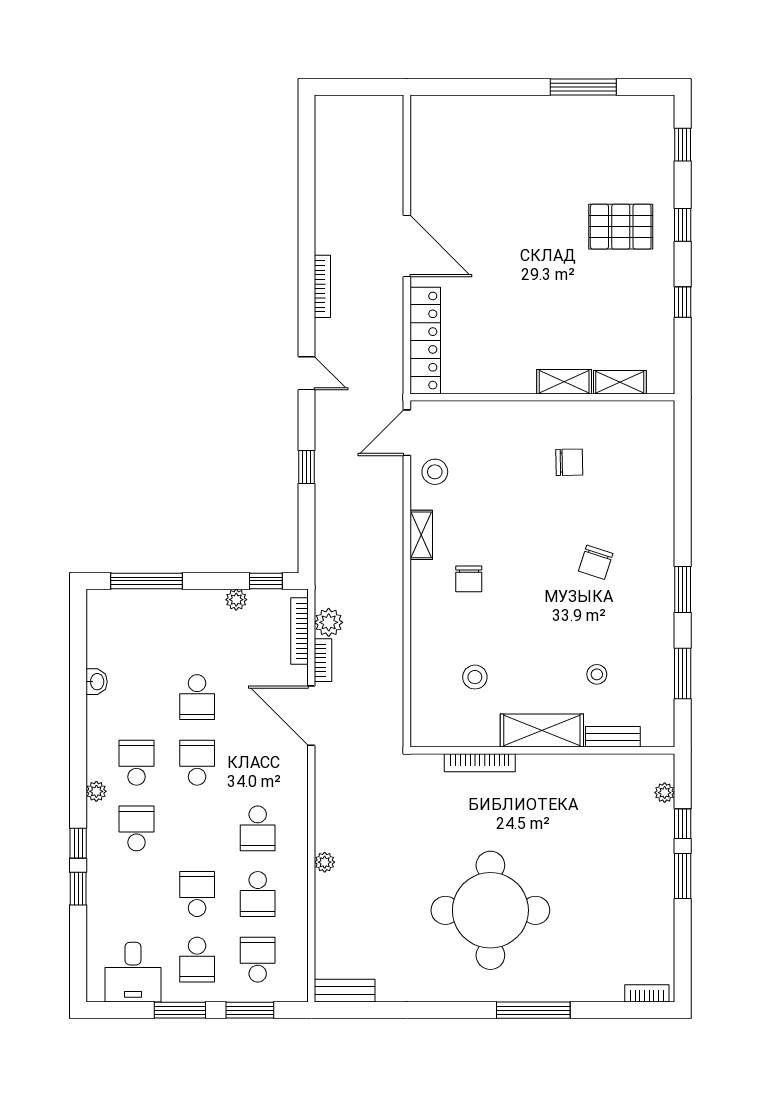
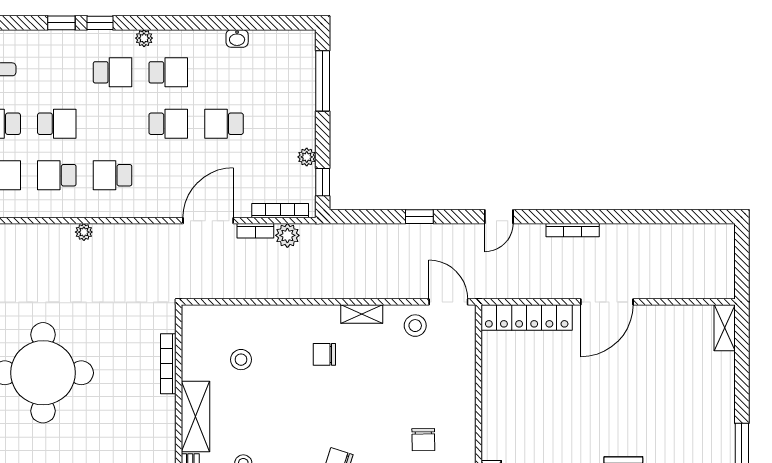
shelving: (564, 382) -> (725, 328), moved

